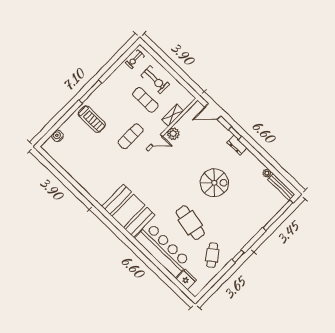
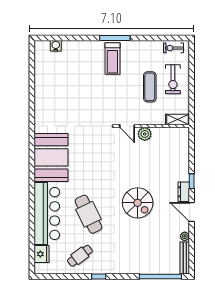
door: (213, 112) -> (192, 212), moved
shelving: (173, 115) -> (177, 120), moved
treadmill: (92, 119) -> (112, 59), moved
exercise mat: (131, 136) -> (111, 103), removed
cafe table: (190, 223) -> (88, 214), turned -37

